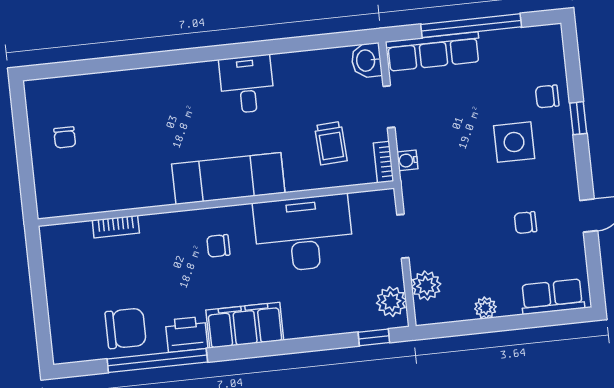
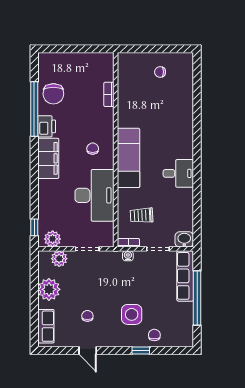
plant: (485, 308) -> (49, 289), width x1.88, depth x1.88

